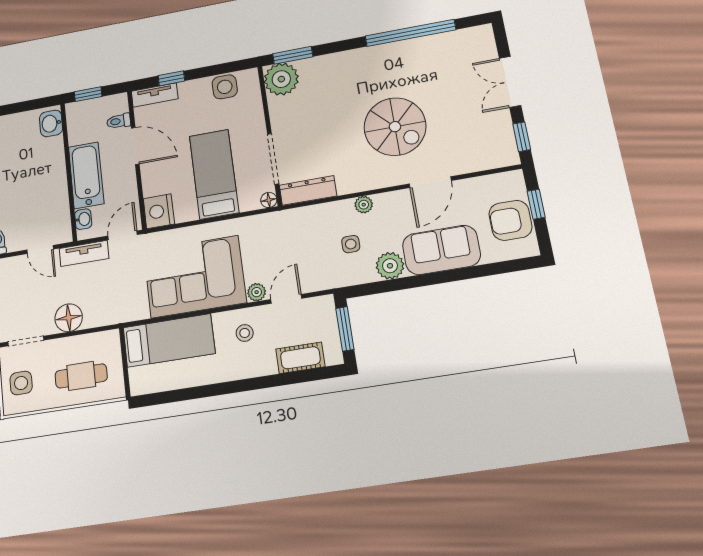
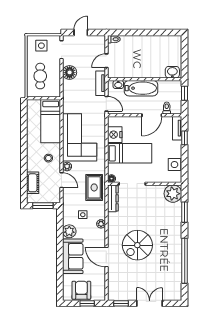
window: (293, 55) -> (185, 212), moved
nightstand: (159, 211) -> (115, 135), moved, turned -90
rug: (292, 231) -> (94, 187), added

